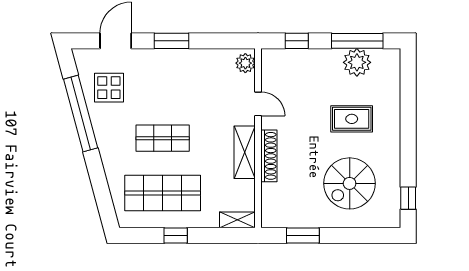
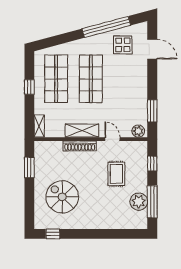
window: (171, 41) -> (152, 111), moved
door: (258, 104) -> (112, 139), swing flipped
rug: (352, 119) -> (116, 174), moved
shop shelf: (163, 138) -> (91, 79), width x1.43, depth x1.36

